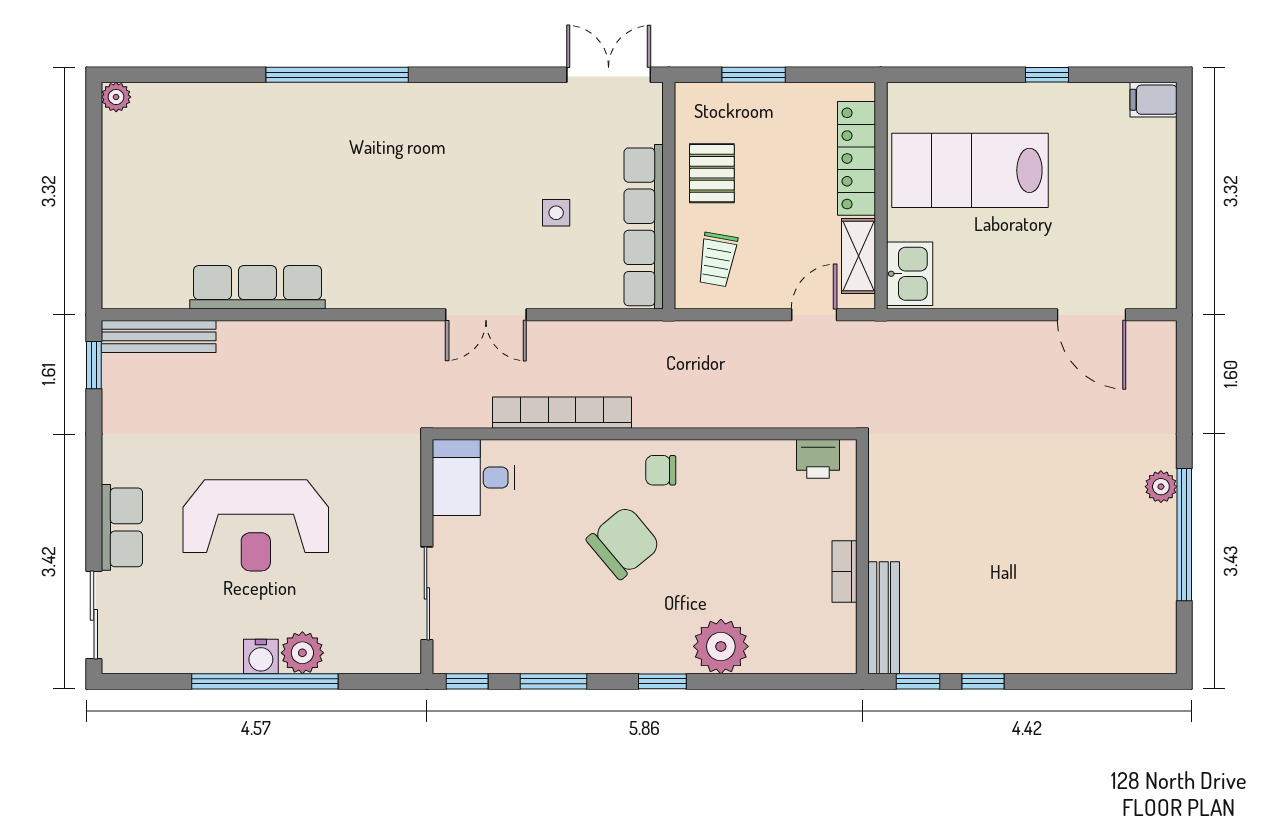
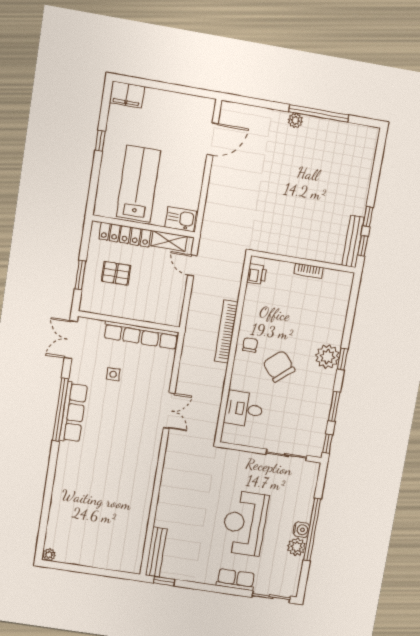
window: (337, 75) -> (60, 410), moved
filing cabinet: (1154, 100) -> (127, 94), width x2.00
lab bench: (970, 170) -> (138, 184), turned 180
pallet: (712, 173) -> (116, 273), moved
side table: (556, 213) -> (113, 374), moved
trolley: (717, 260) -> (161, 305), removed
row of seats: (258, 287) -> (73, 412), moved, turned 180
bookcase: (562, 413) -> (226, 332), moved
chair: (661, 470) -> (250, 345), turned 180
desk: (474, 478) -> (244, 409), moved, turned 90
reception desk: (256, 525) -> (244, 523), turned 180
bench: (884, 618) -> (353, 241), moved, turned 90
plant: (721, 646) -> (327, 357), moved
plant: (302, 653) -> (297, 547), moved

